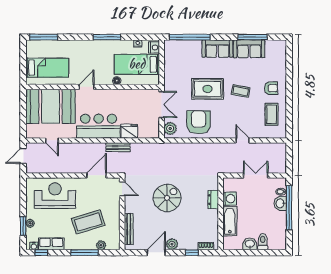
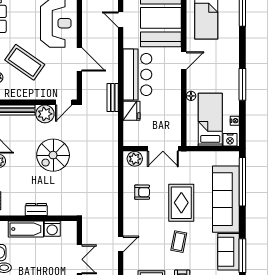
sofa: (217, 49) -> (226, 199), width x1.85, depth x1.27
door: (87, 87) -> (184, 61), hinge flipped
armchair: (199, 122) -> (142, 192), width x0.53, depth x0.53
door: (52, 140) -> (121, 20), hinge flipped
door: (97, 175) -> (79, 59), moved
spiral stairs: (167, 198) -> (53, 155), turned 90
dresser: (213, 200) -> (36, 210), moved
plant: (132, 205) -> (45, 114), added
coffee table: (88, 222) -> (25, 62), turned -38

